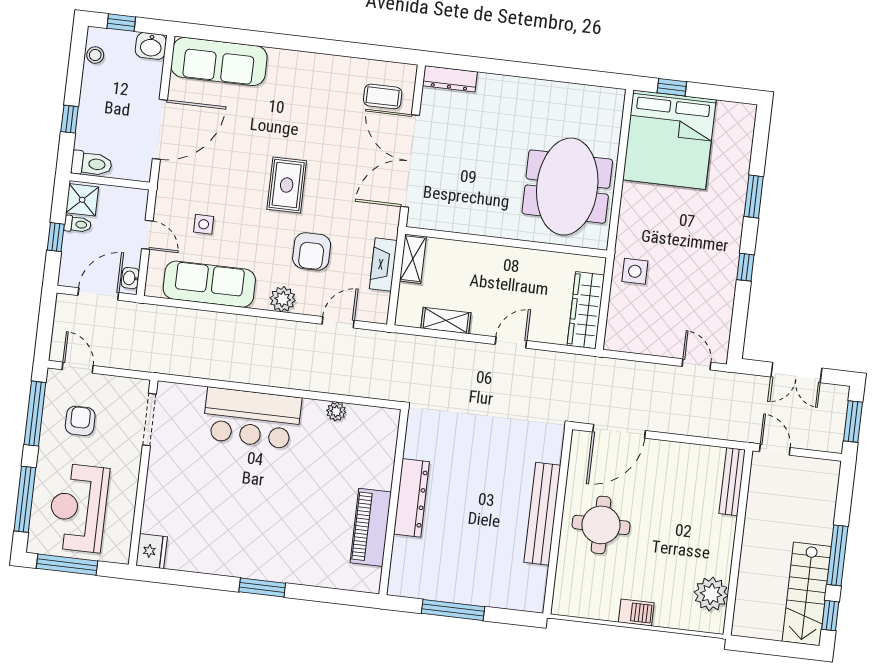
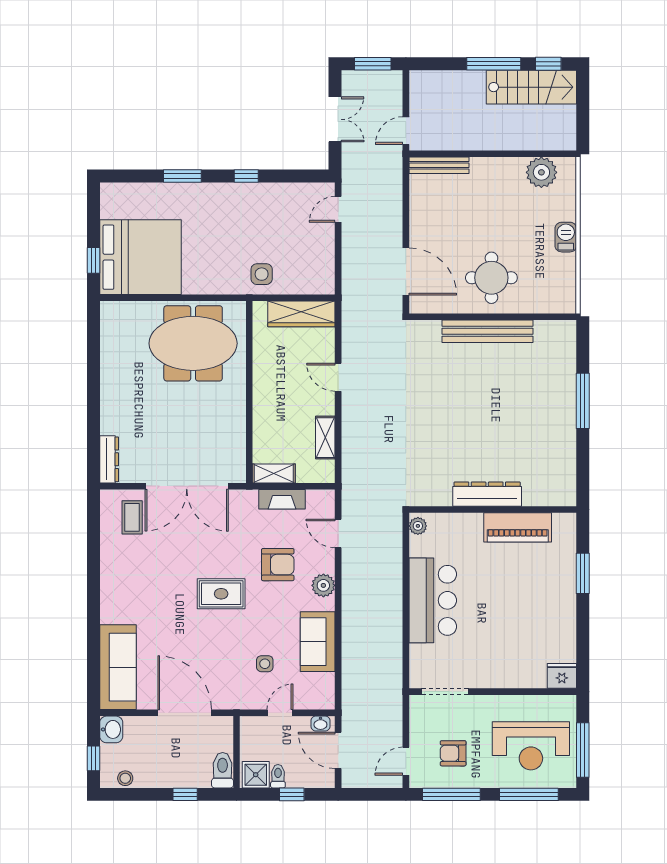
sofa: (209, 284) -> (318, 642), width x0.73
dresser: (411, 498) -> (487, 494), moved
wall: (394, 502) -> (493, 510), moved
piano: (371, 527) -> (518, 527), moved

